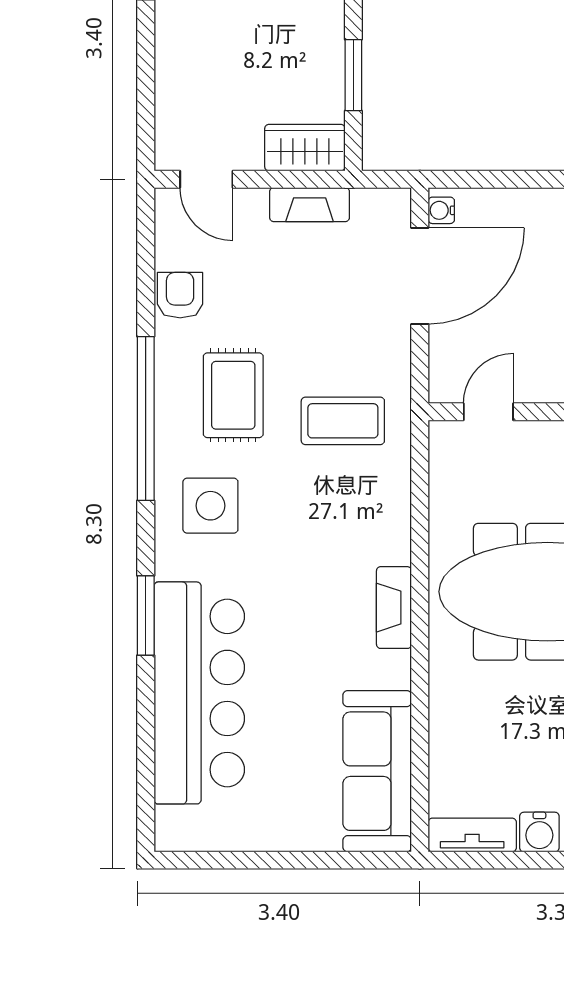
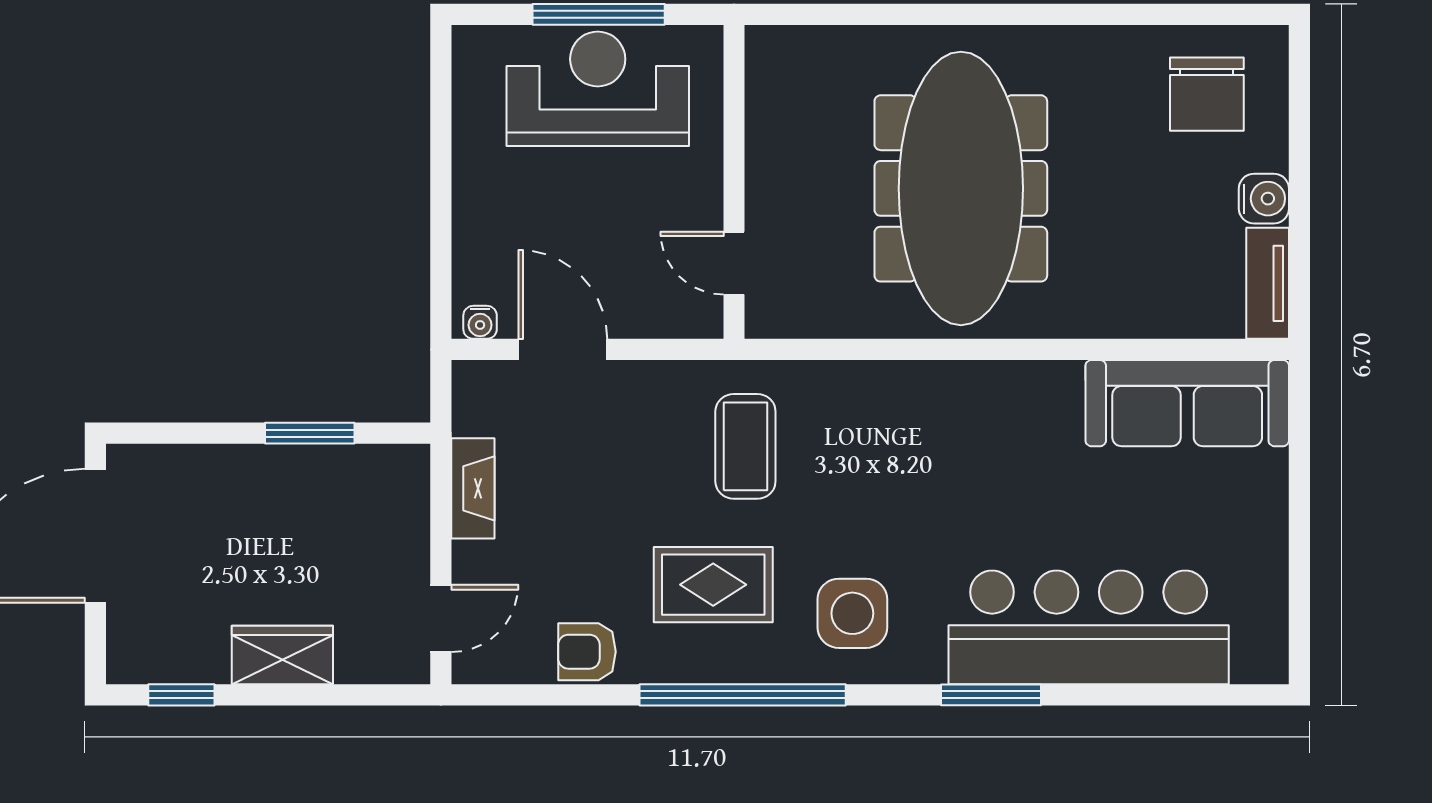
wardrobe: (305, 148) -> (282, 655), moved, turned 90
door: (420, 276) -> (563, 349), width x0.73
fireplace: (394, 608) -> (981, 382), removed

